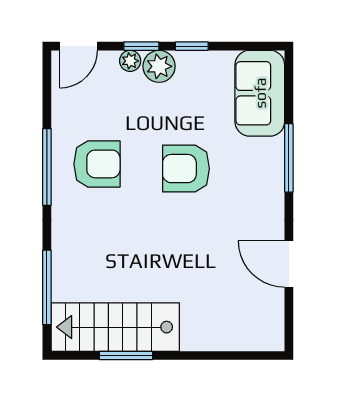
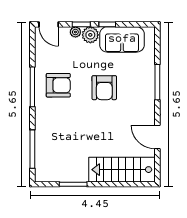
door: (79, 46) -> (49, 24), hinge flipped
sofa: (260, 93) -> (122, 39), moved, turned -90
armchair: (186, 169) -> (104, 88), turned -90
stairs: (115, 327) -> (122, 170), moved

